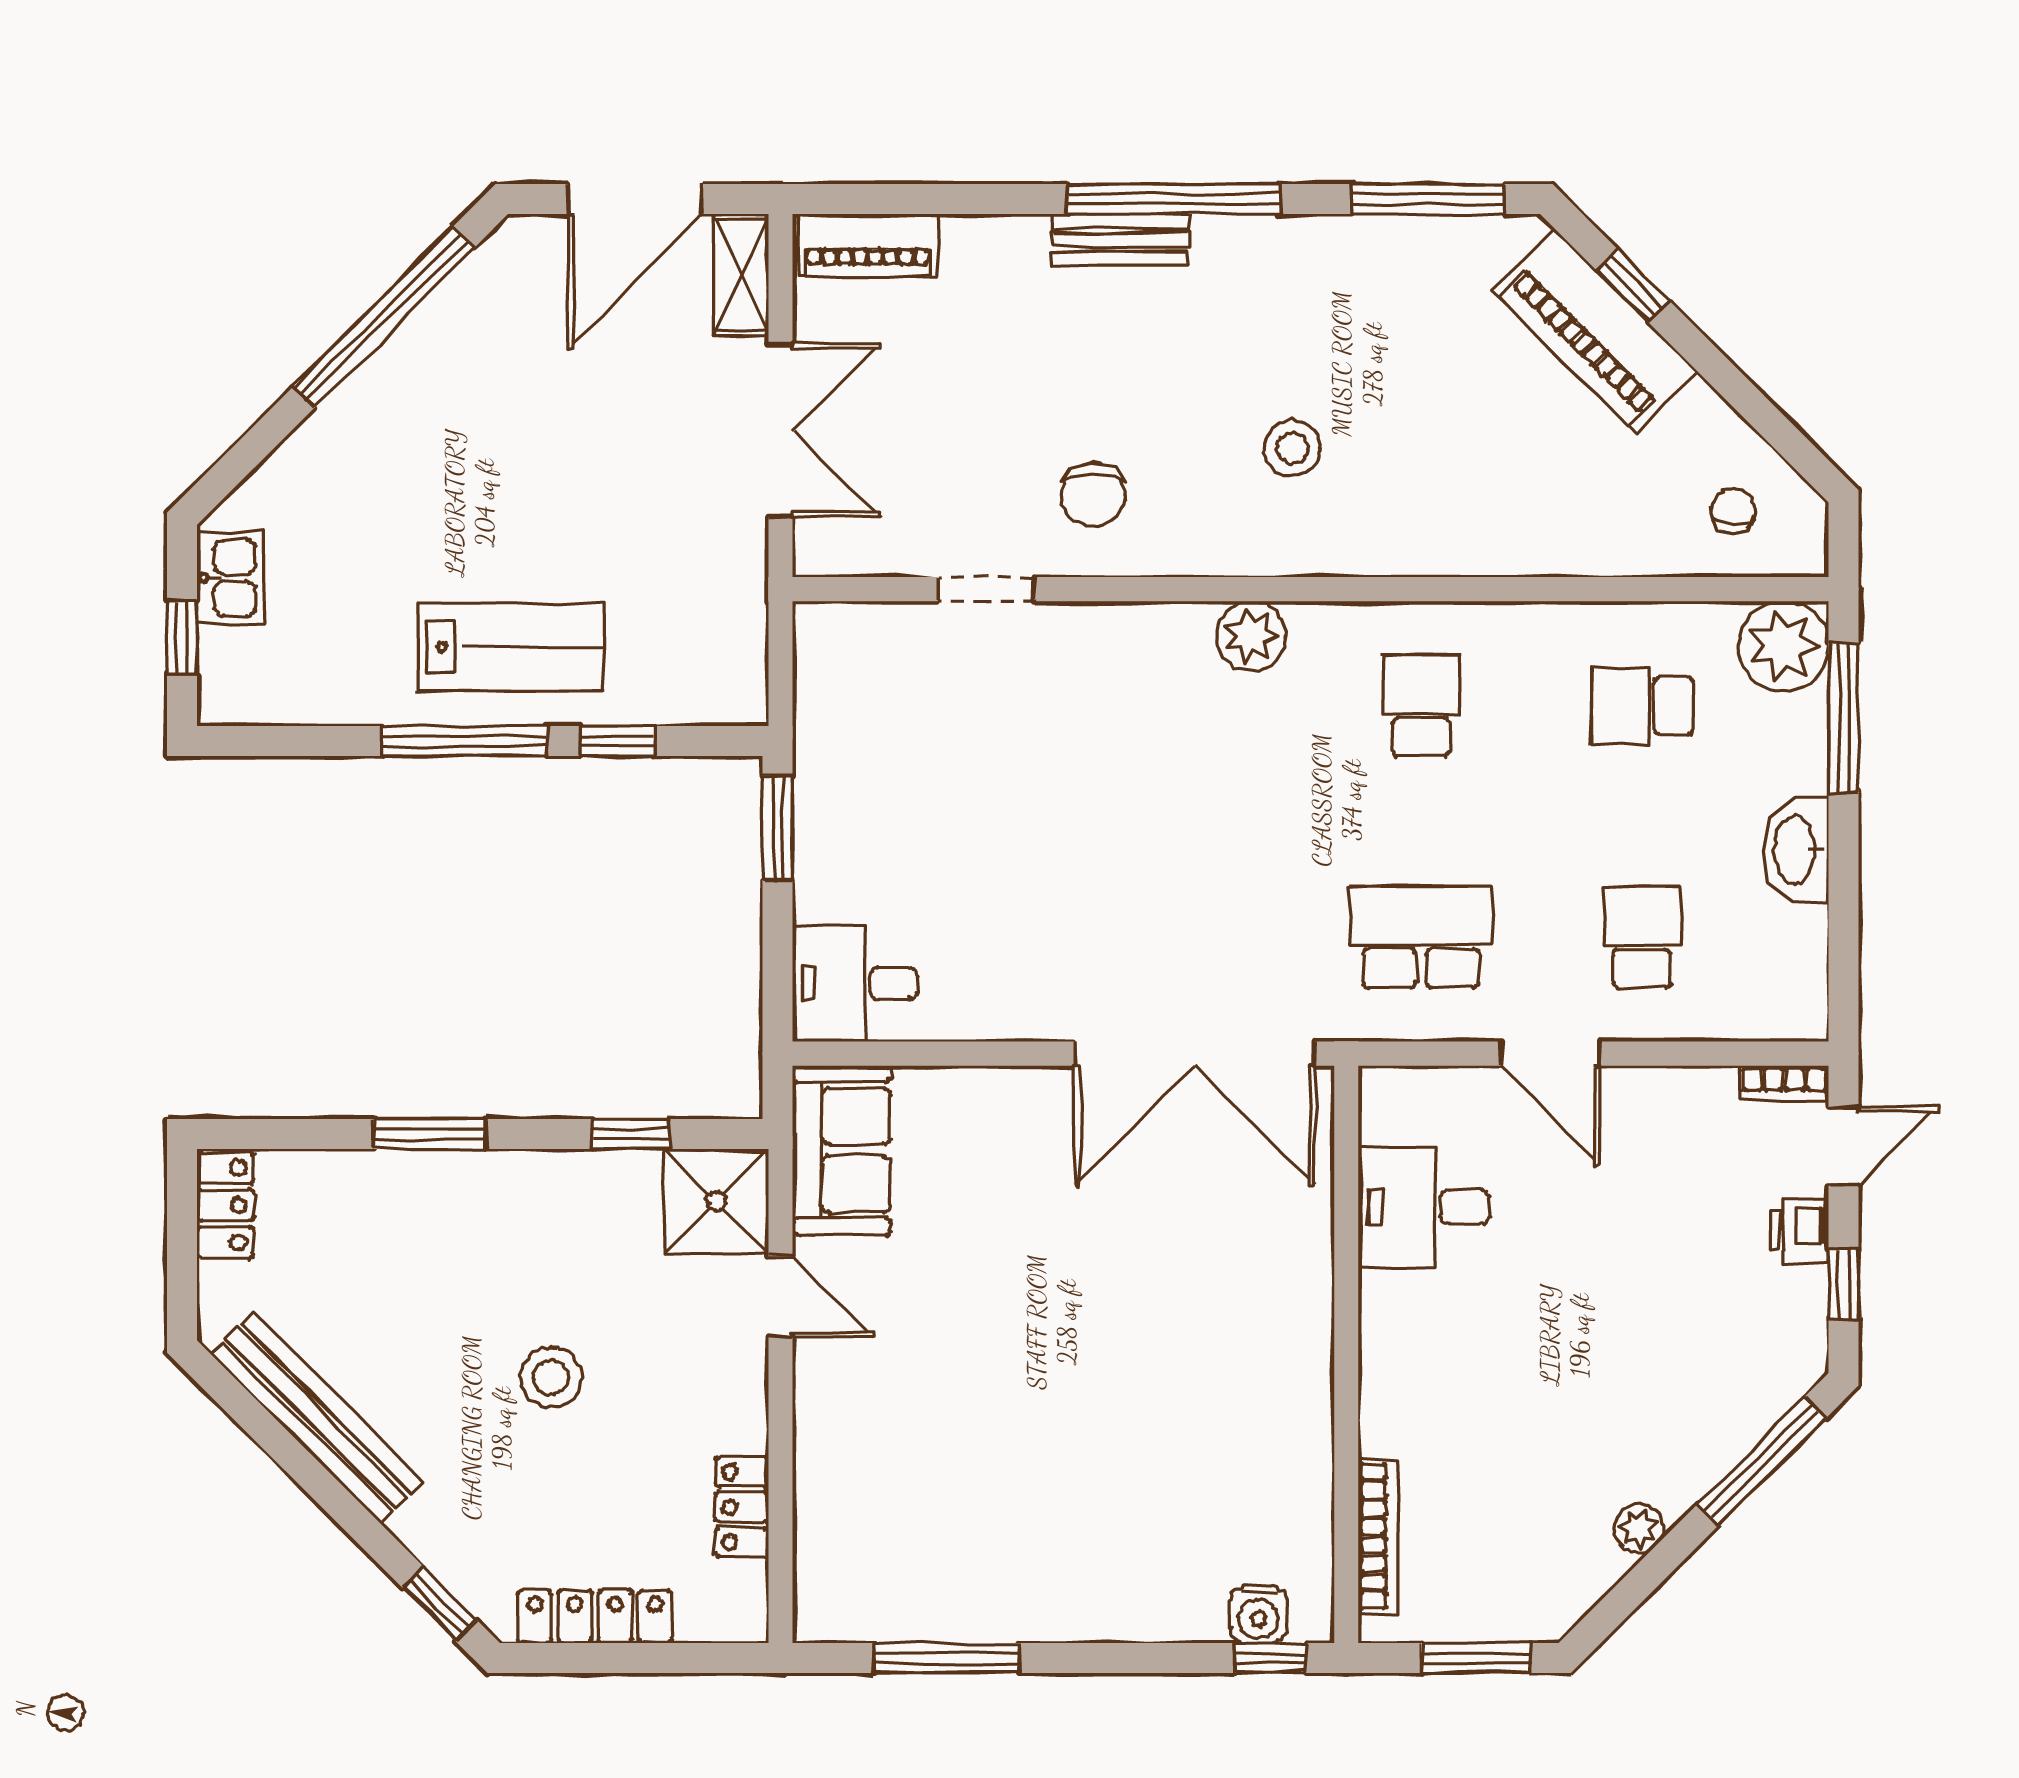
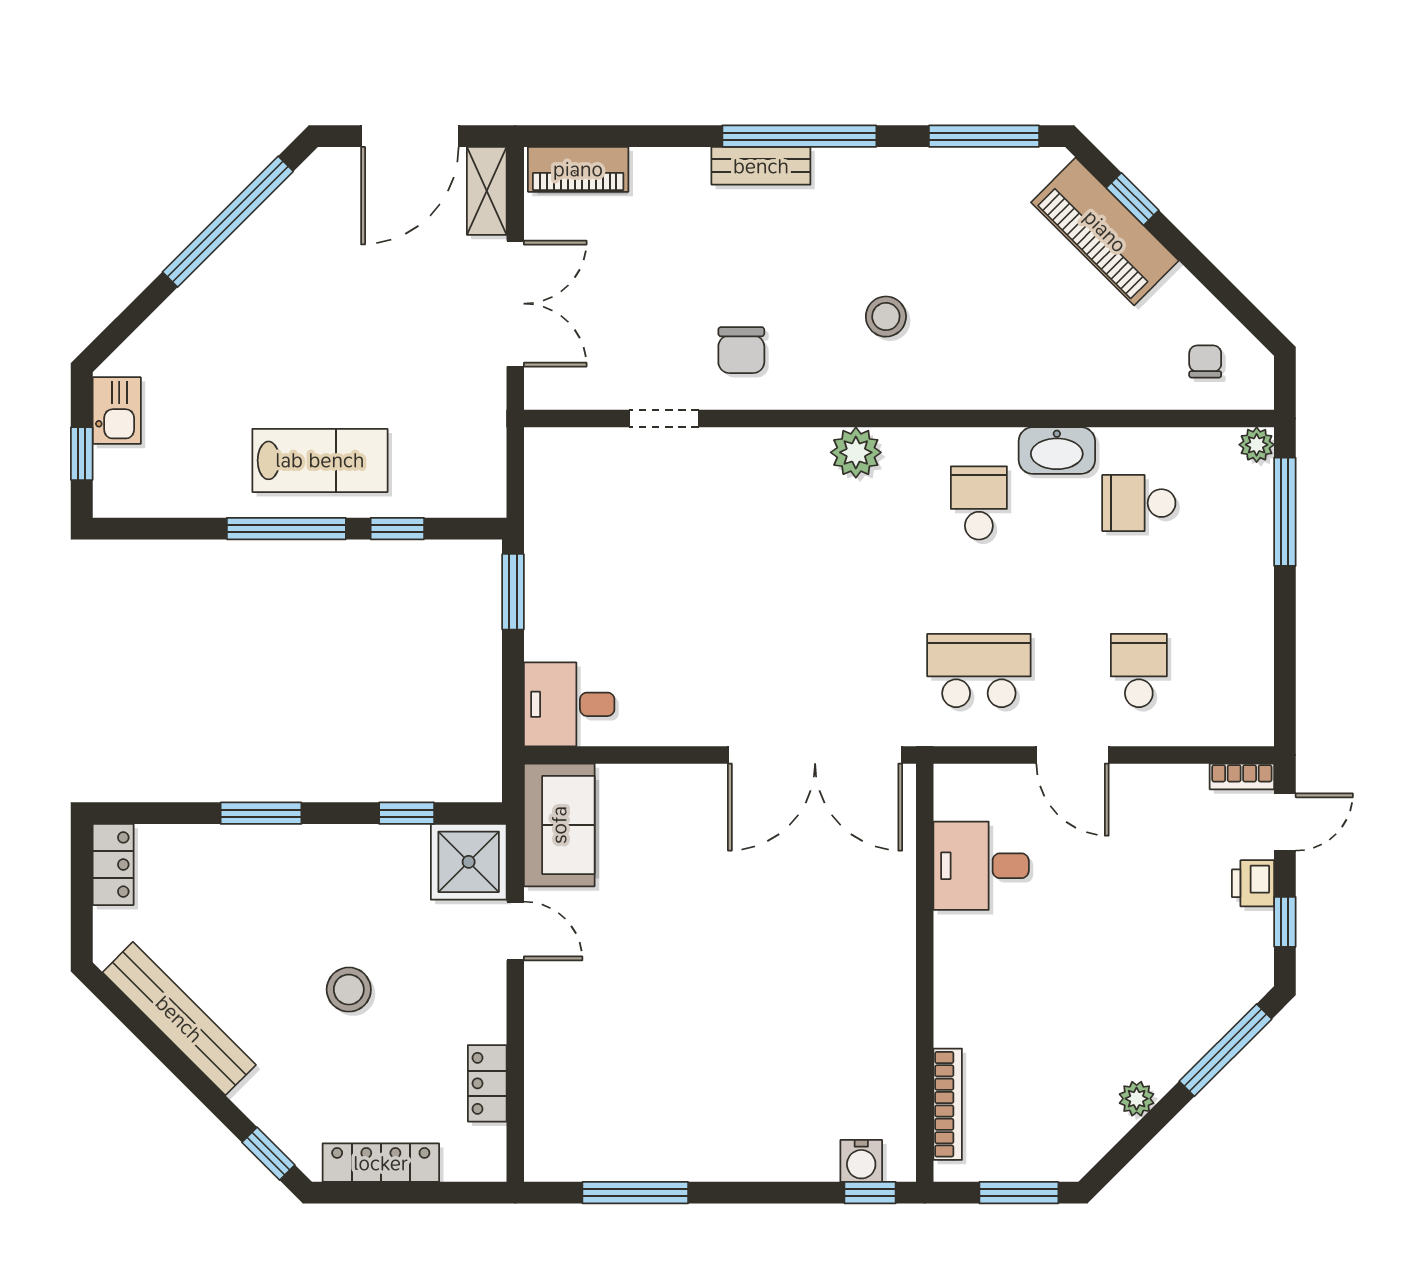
plant: (1783, 646) -> (1257, 445), width x0.53, depth x0.53
washbasin: (1796, 850) -> (1057, 451), moved, turned -90

